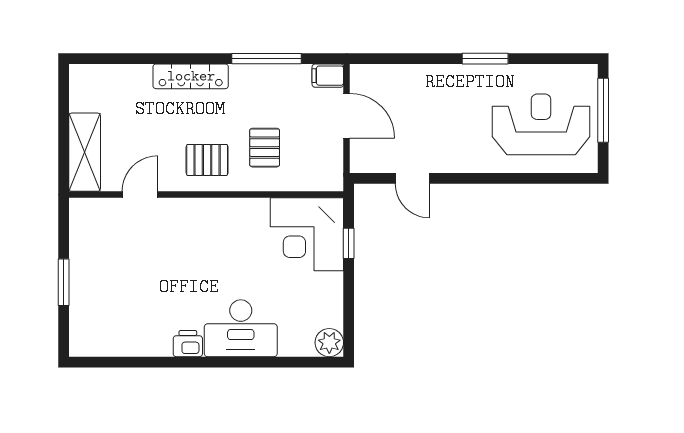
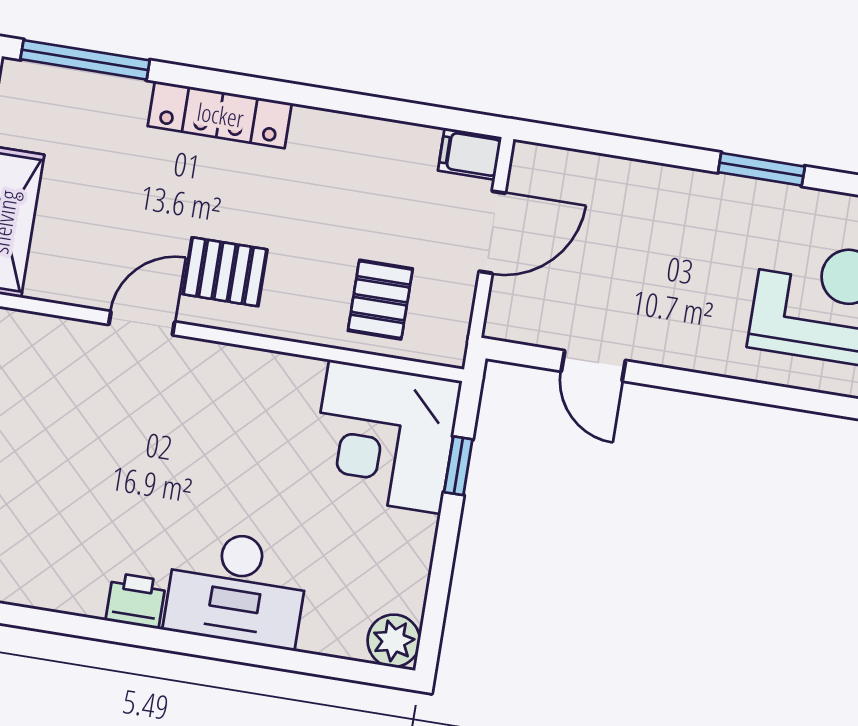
window: (266, 59) -> (85, 60), moved
door: (347, 116) -> (492, 232), hinge flipped
pallet: (265, 148) -> (380, 300), moved
door: (140, 195) -> (142, 323), moved

